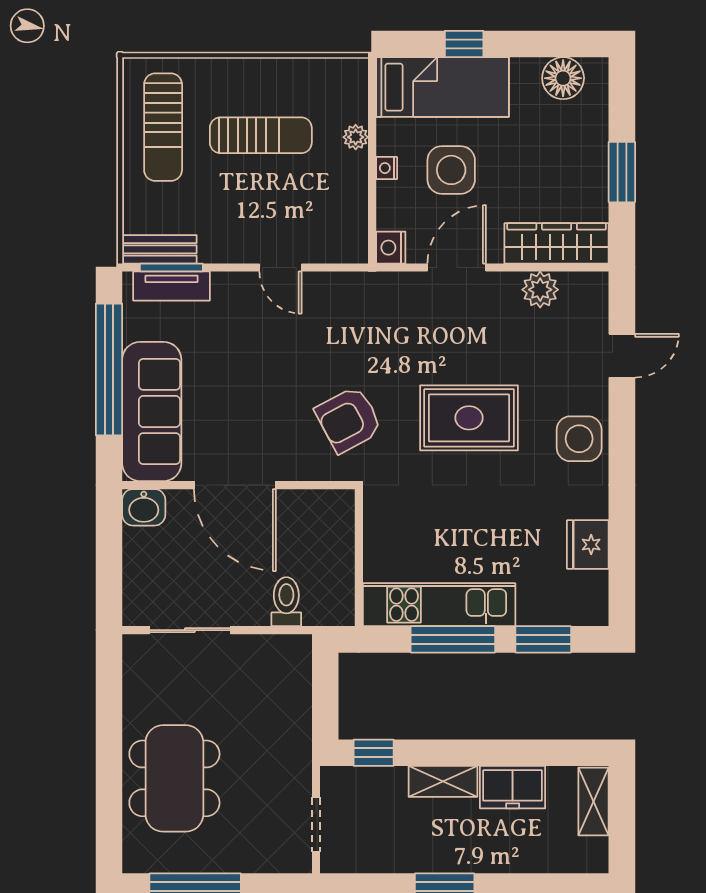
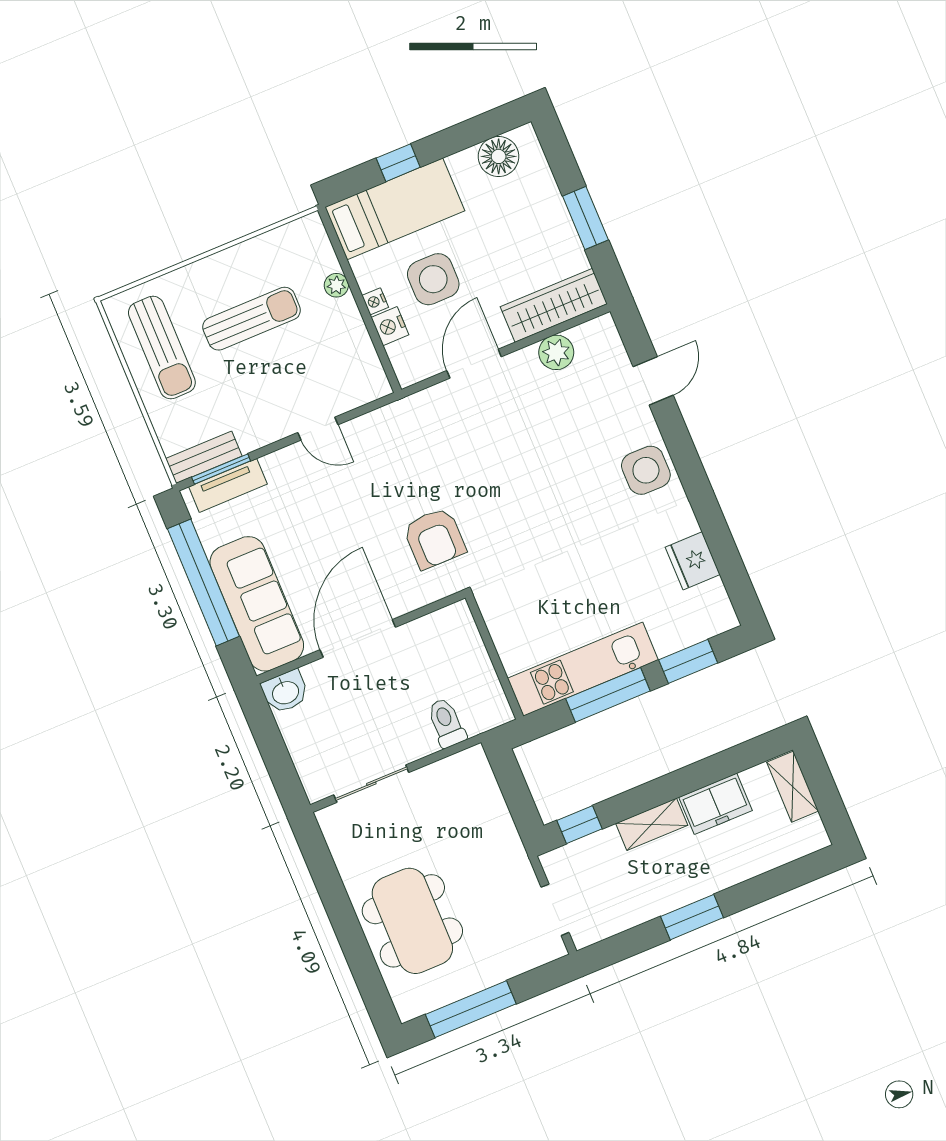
nightstand: (391, 248) -> (390, 326), moved
rug: (469, 418) -> (541, 492), removed
armchair: (349, 420) -> (434, 538), turned -62
door: (235, 485) -> (358, 638), swing flipped

